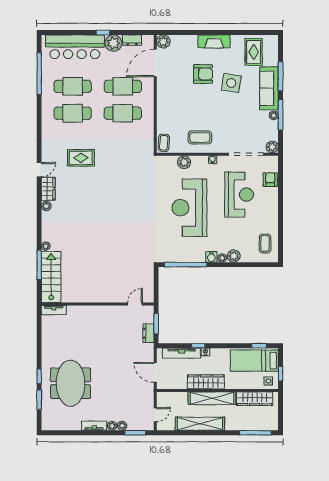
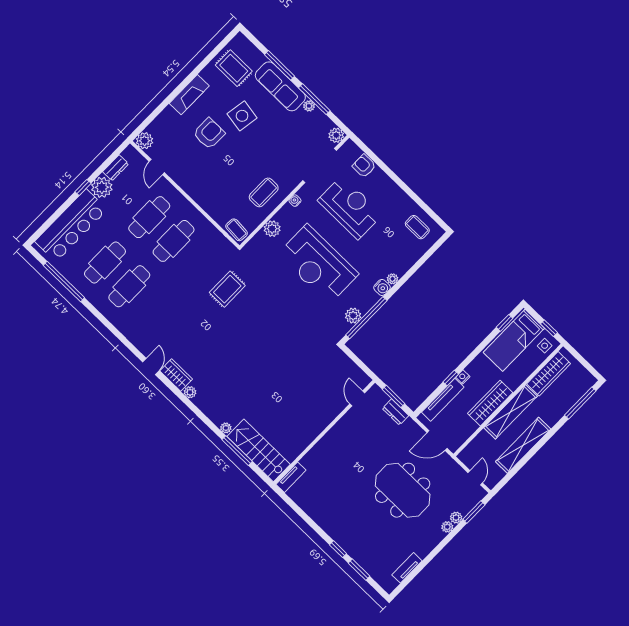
door: (155, 63) -> (157, 167), width x0.53
rug: (81, 158) -> (227, 289), moved
plant: (234, 256) -> (353, 316), moved
meeting table: (71, 383) -> (403, 490), moved
tv unit: (94, 426) -> (407, 568), moved

